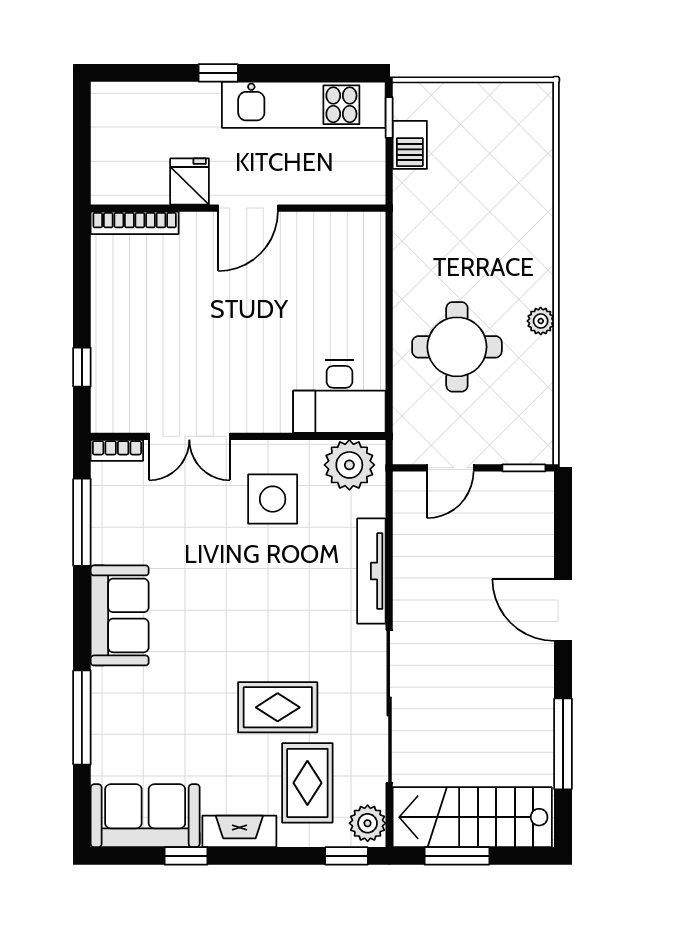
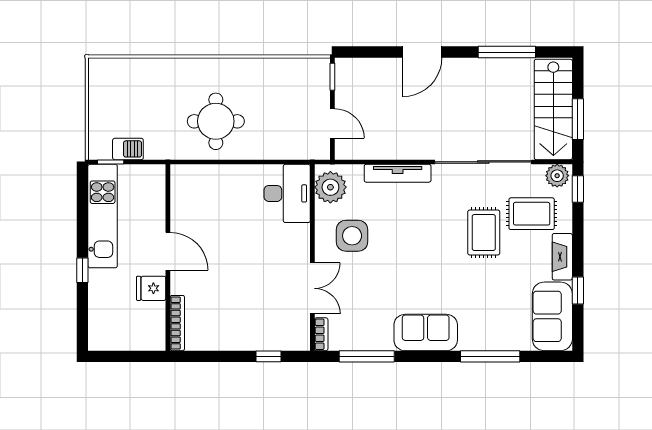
plant: (541, 321) -> (239, 66), removed
round table: (457, 347) -> (216, 121), moved

